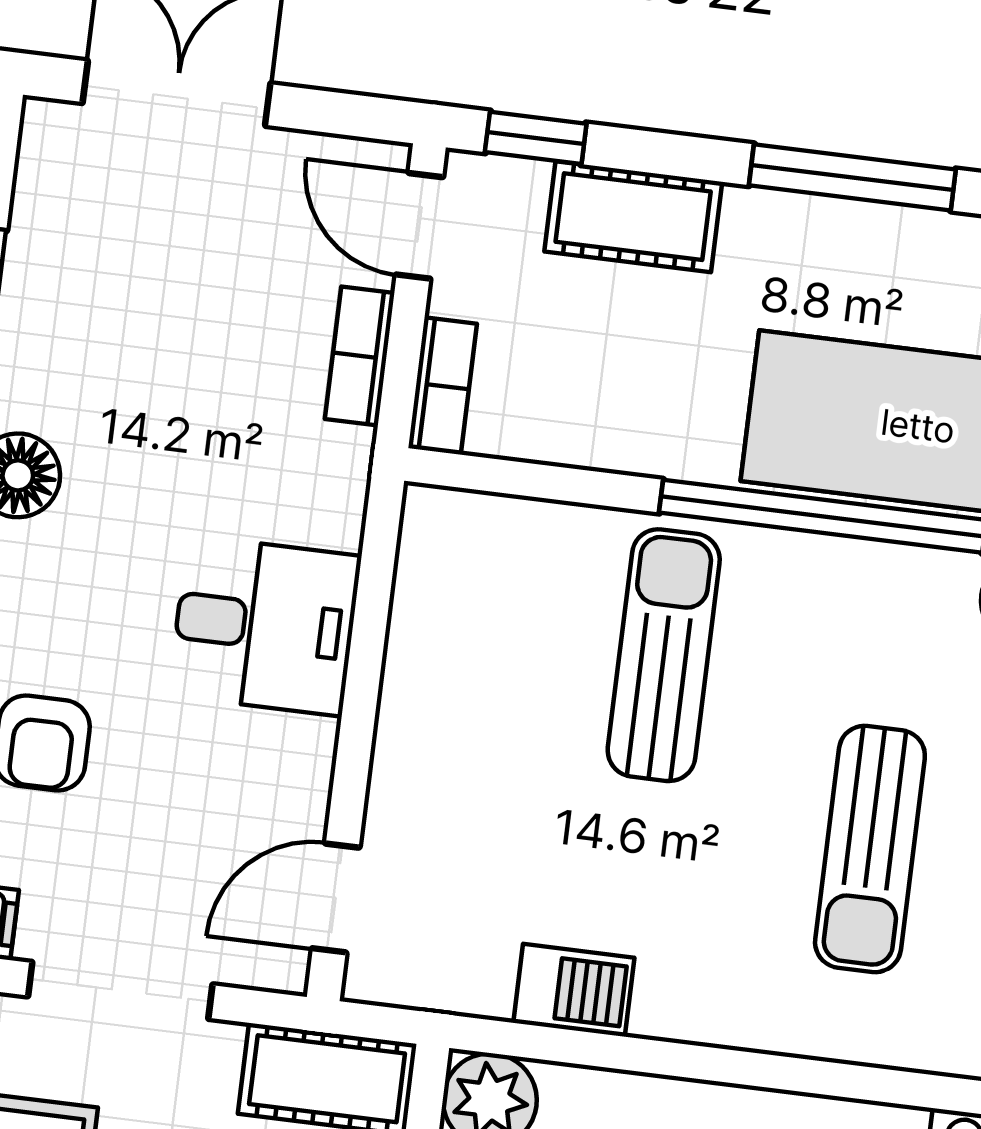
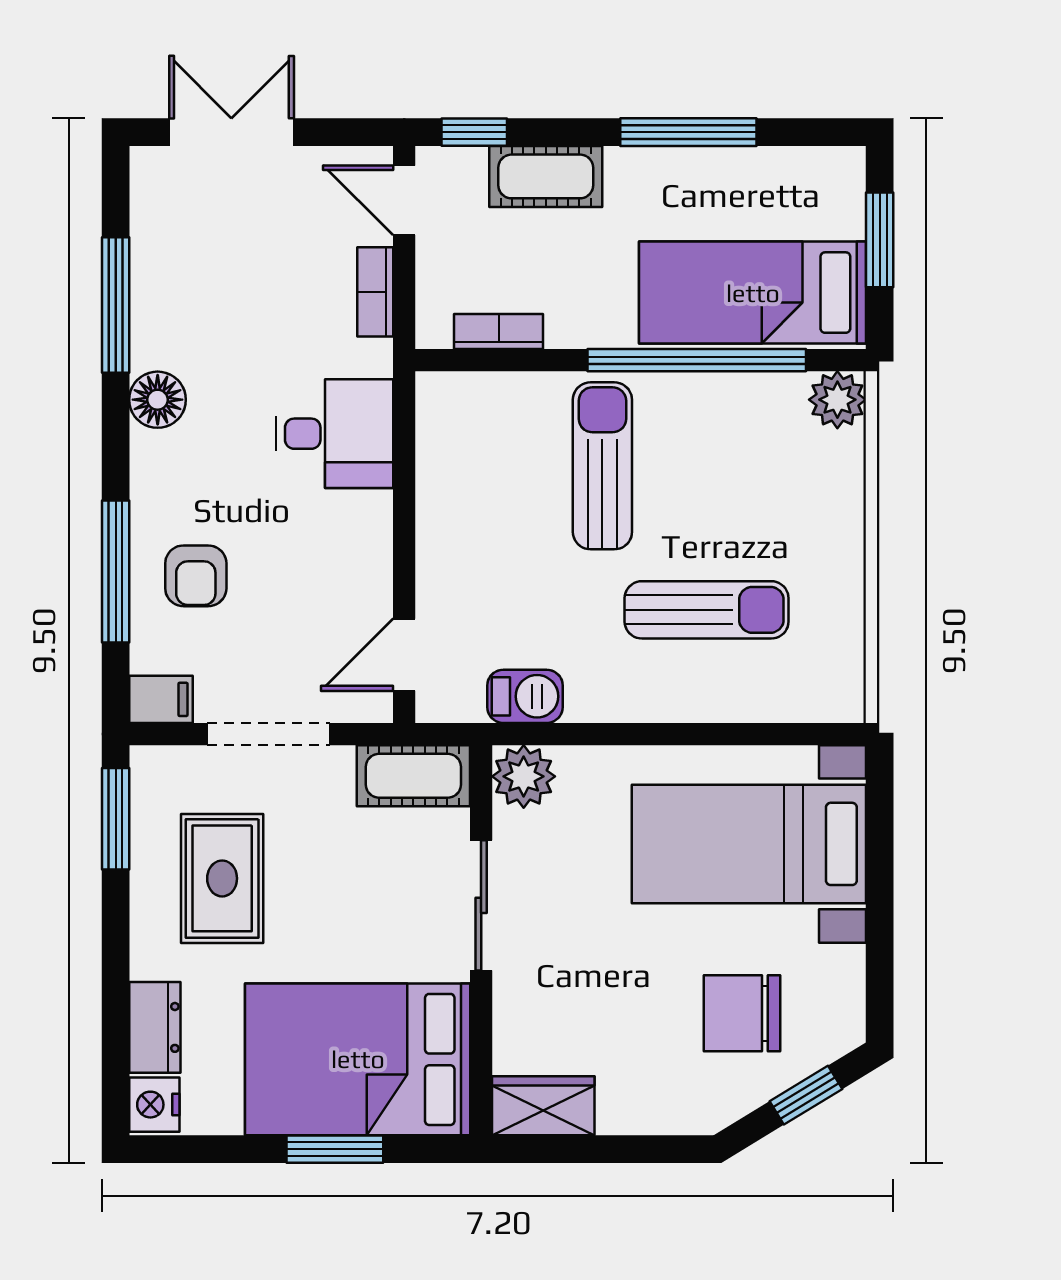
bookcase: (443, 386) -> (499, 332), moved, turned -90
desk: (265, 626) -> (334, 434), moved
sun lounger: (870, 849) -> (707, 610), moved, turned -90
barbecue: (574, 990) -> (525, 696), moved

